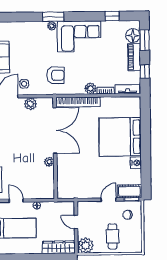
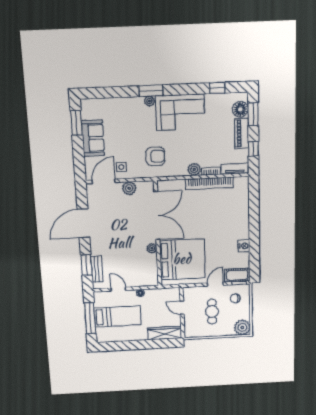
bookcase: (78, 102) -> (209, 183), moved
bed: (120, 137) -> (182, 259), moved, turned 180
cafe table: (113, 236) -> (212, 312), moved
plant: (86, 245) -> (242, 327), moved

